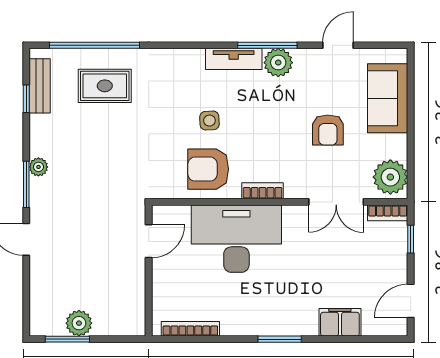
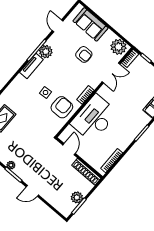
armchair: (208, 169) -> (62, 107), turned 180
shoe rack: (135, 302) -> (86, 172), added

